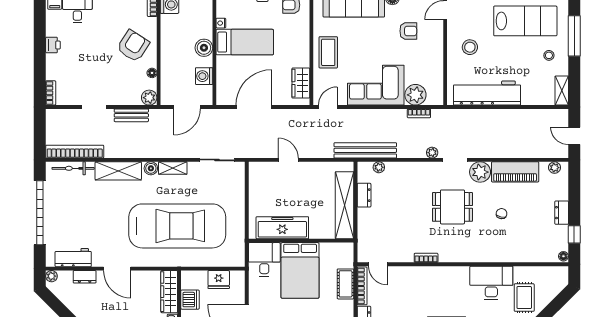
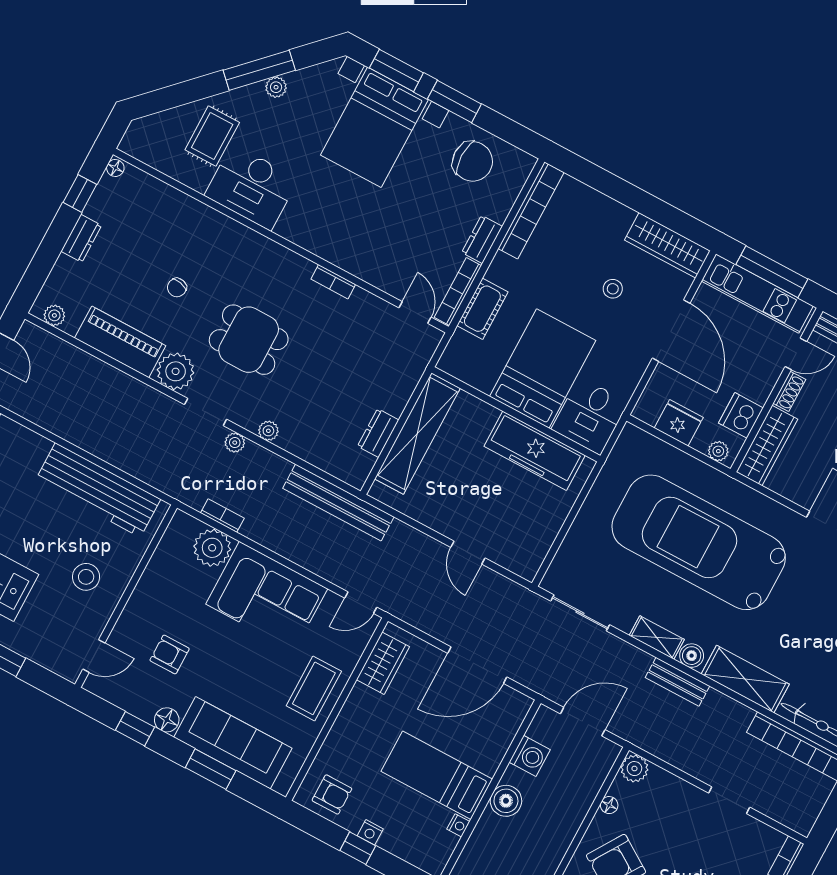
bench: (131, 115) -> (677, 682), moved
plant: (379, 167) -> (268, 431), moved
plant: (192, 276) -> (718, 451), added

